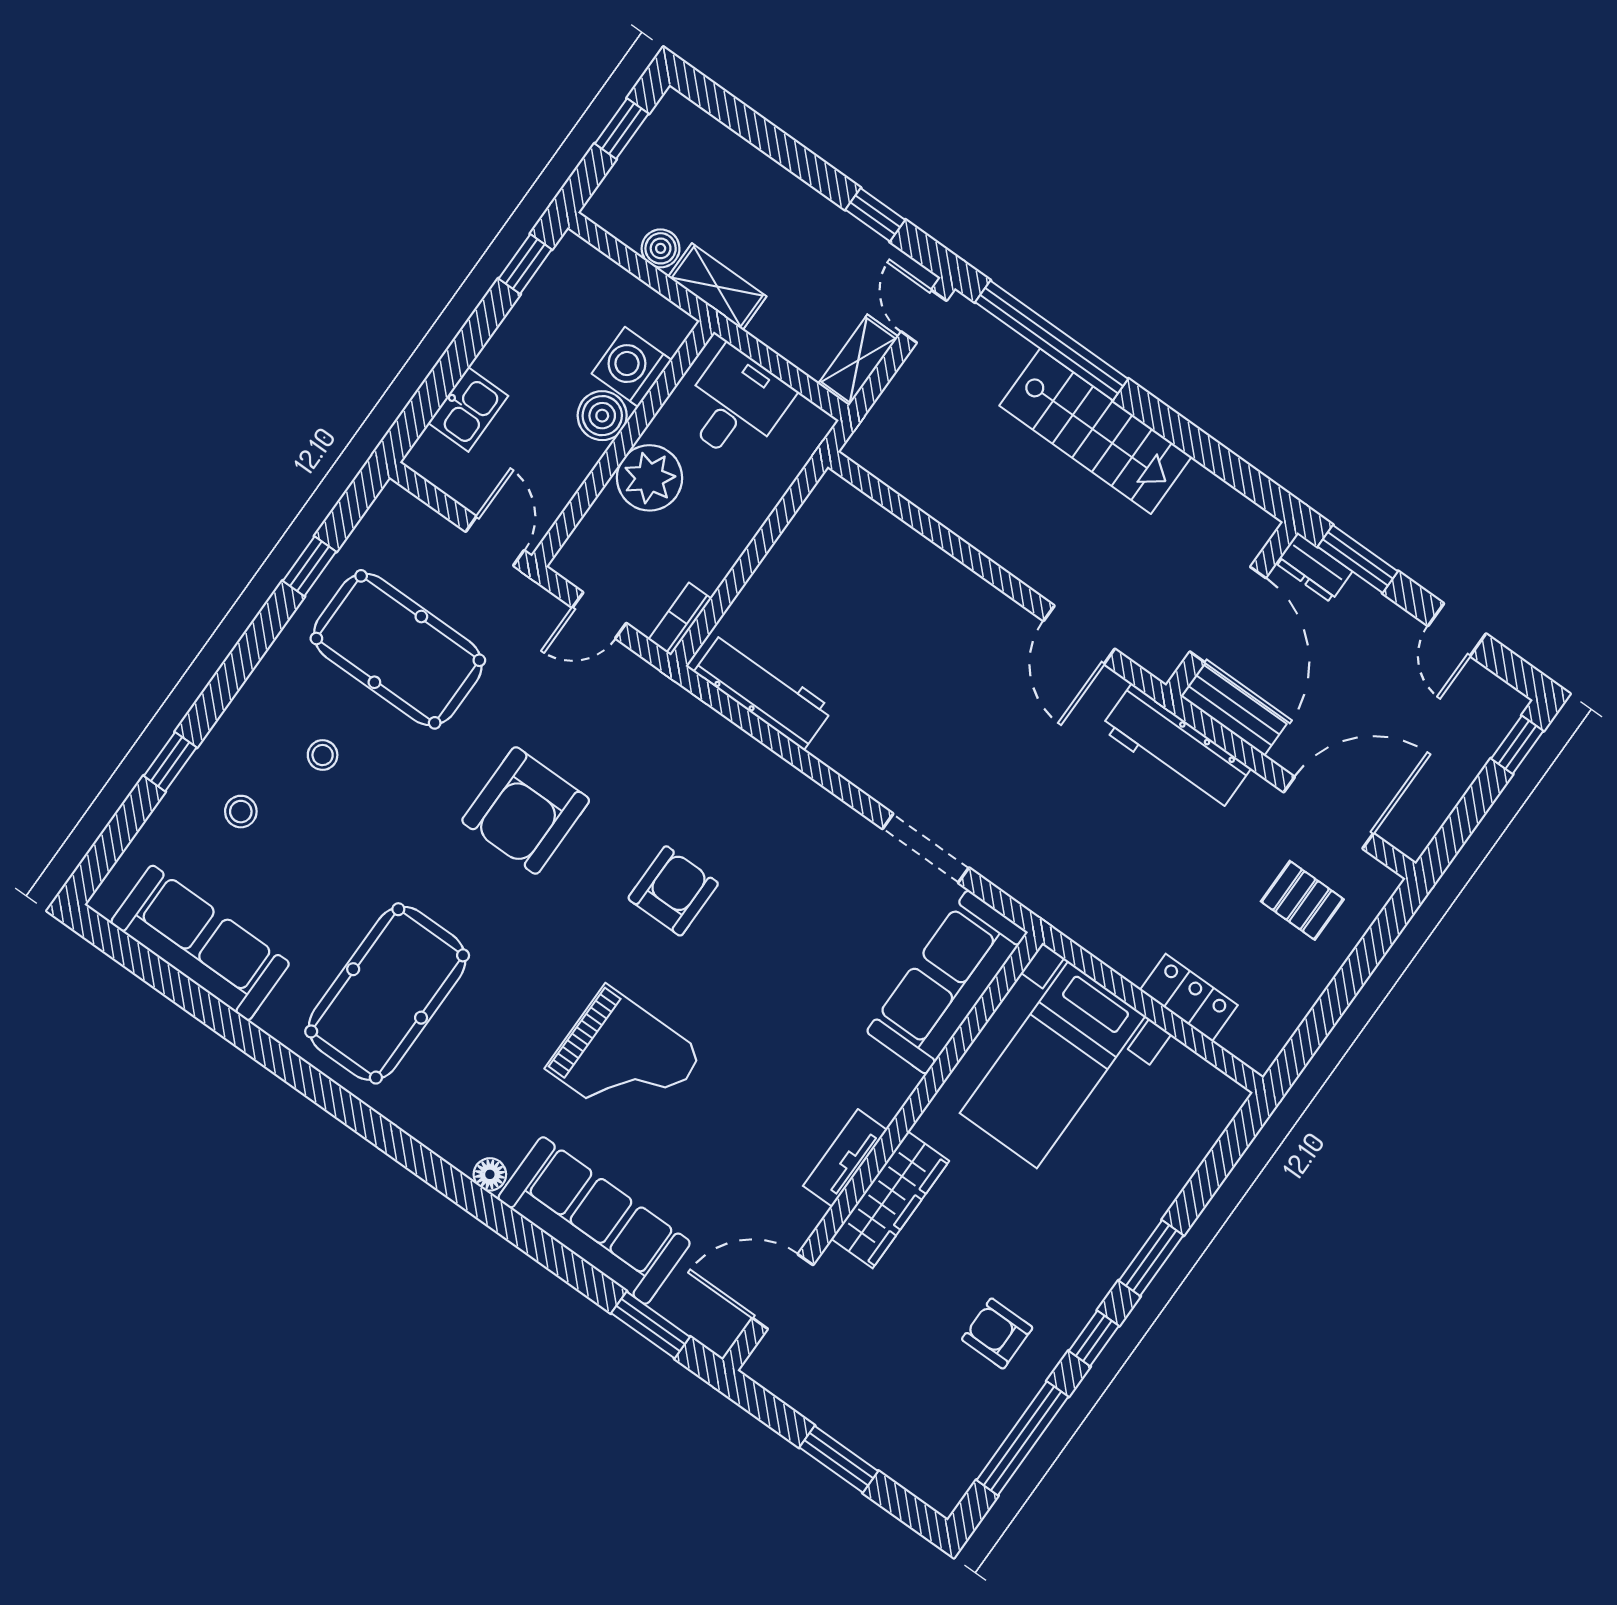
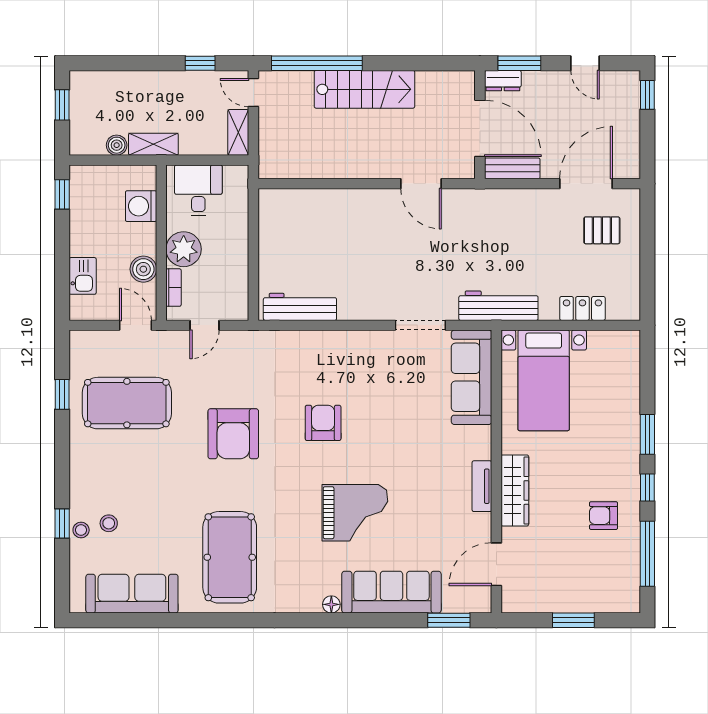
boiler: (602, 416) -> (143, 269), moved
bookcase: (680, 619) -> (174, 288), moved, turned 180
workbench: (1176, 748) -> (498, 306), moved, turned 180
stool: (323, 755) -> (81, 530), moved

